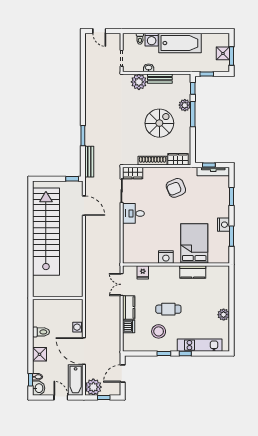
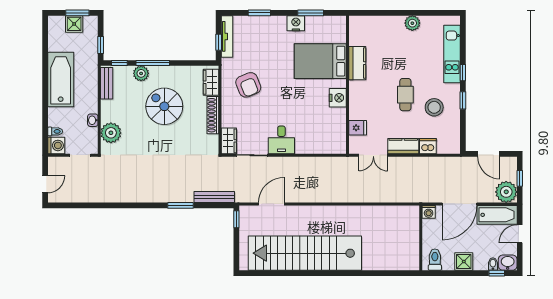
washing machine: (152, 40) -> (56, 145), moved
bench: (160, 79) -> (107, 83), moved
wall: (58, 298) -> (421, 238), moved

